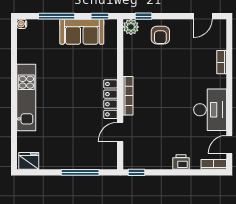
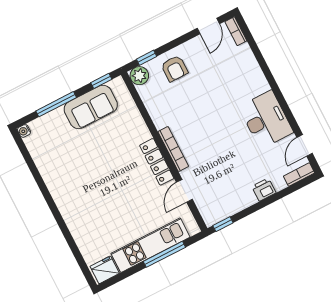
bookcase: (222, 62) -> (236, 31), moved
kitchen unit: (26, 98) -> (150, 245), moved, turned -90

